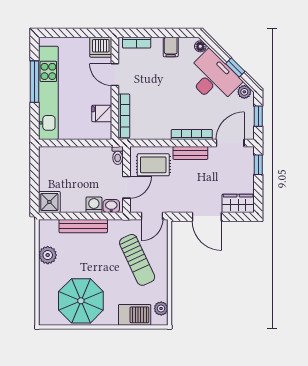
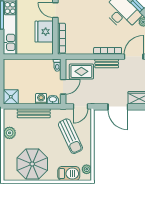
fridge: (102, 113) -> (44, 32), width x1.88, depth x1.34

